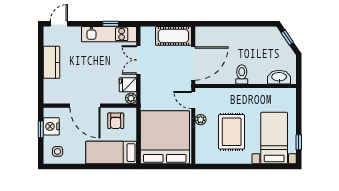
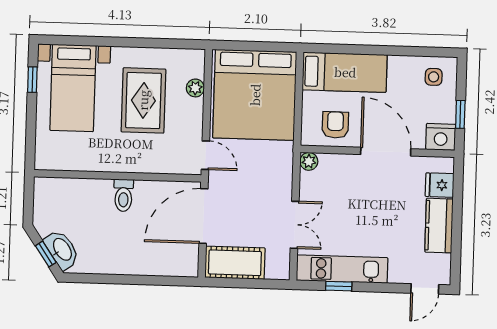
washbasin: (279, 77) -> (62, 250), moved, turned -124
fridge: (128, 85) -> (440, 185), moved, turned 180
plant: (201, 120) -> (195, 88), moved
nightstand: (51, 126) -> (441, 137), moved, turned 90

